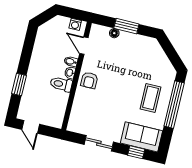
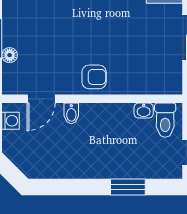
washbasin: (70, 73) -> (144, 111), moved
toilet: (61, 84) -> (165, 120), moved

